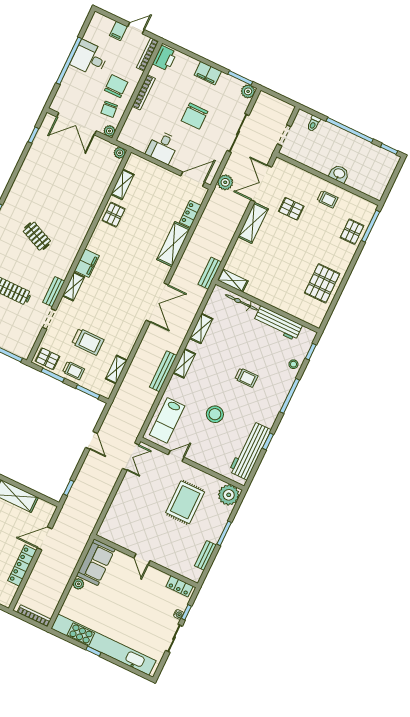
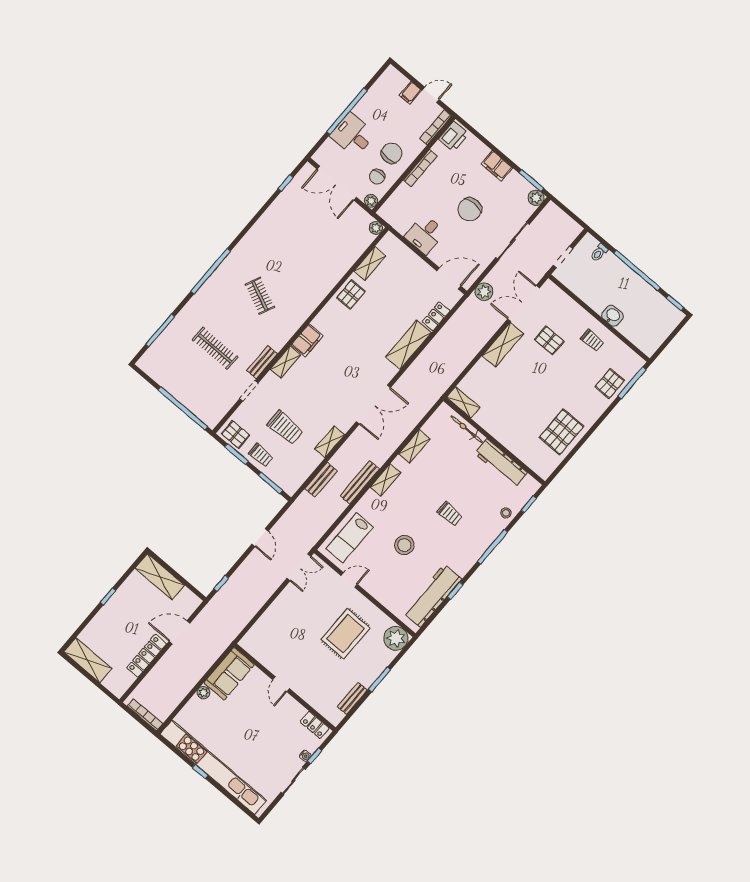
desk: (89, 58) -> (353, 135), moved
bench: (210, 273) -> (321, 480), moved
shelving: (116, 369) -> (330, 442), moved

